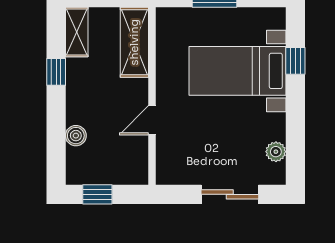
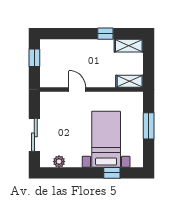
shelving: (134, 42) -> (130, 81), width x0.67, depth x0.75
boiler: (76, 136) -> (68, 45), removed

